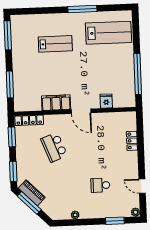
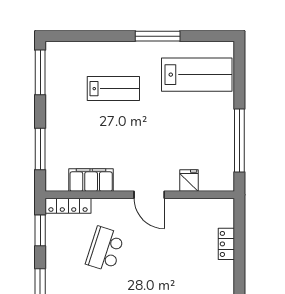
filing cabinet: (56, 103) -> (91, 180), moved
school desk: (54, 147) -> (105, 249), turned 39

